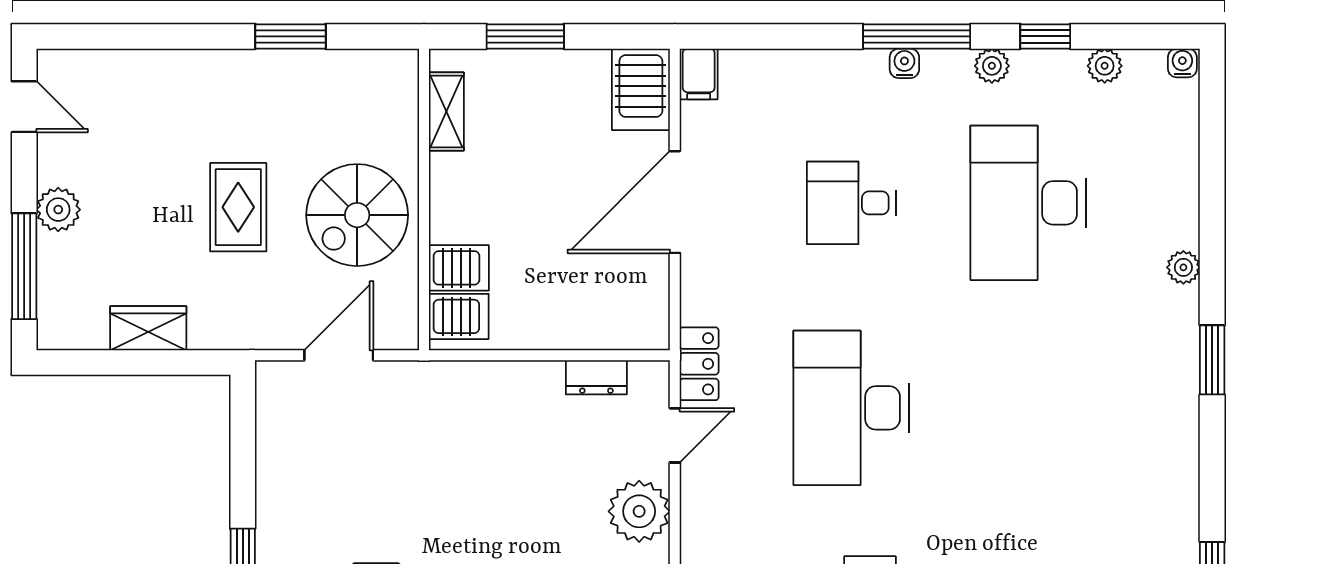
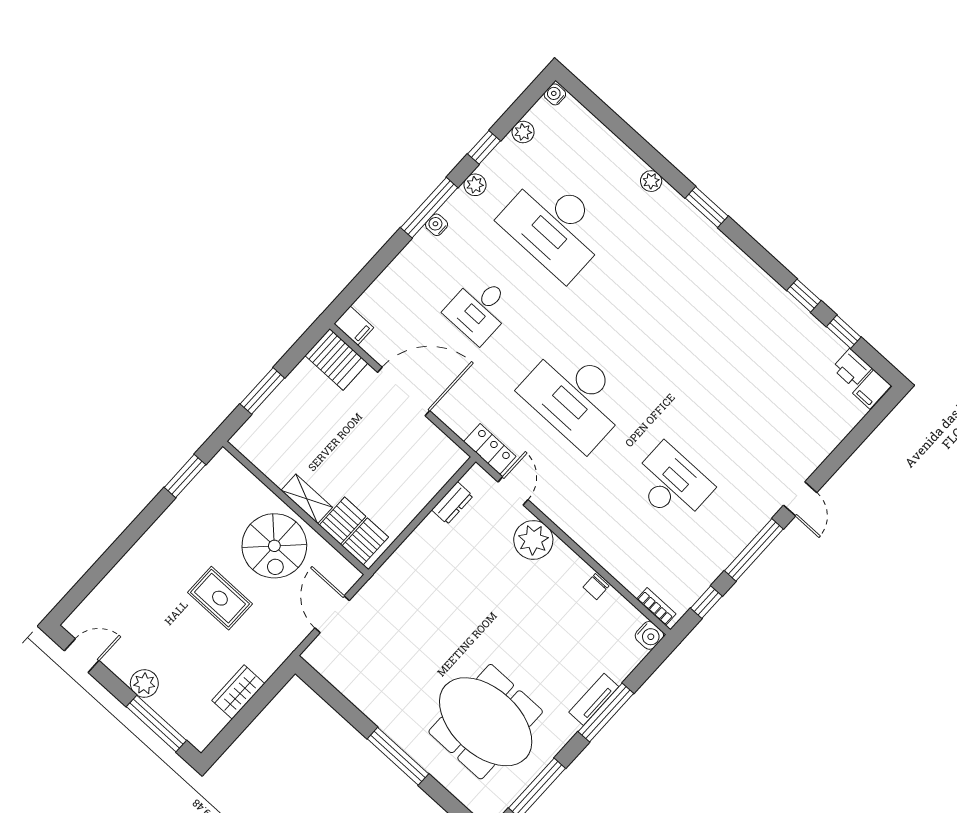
window: (290, 36) -> (185, 476), moved
shelving: (446, 112) -> (307, 499), moved
door: (675, 202) -> (404, 391), swing flipped

